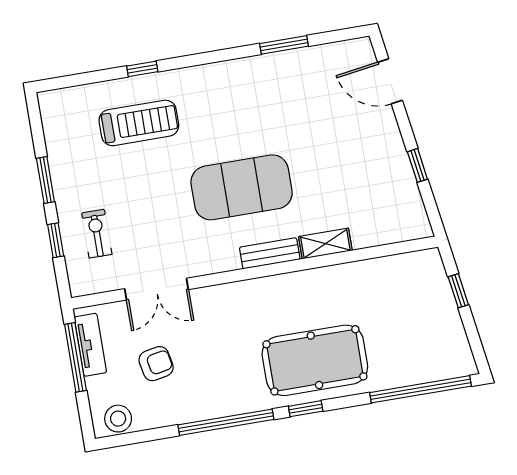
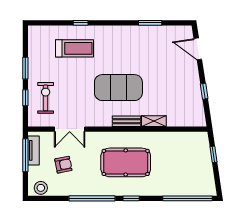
exercise bike: (97, 234) -> (46, 98), width x1.38, depth x1.39
pool table: (315, 360) -> (126, 162), moved

